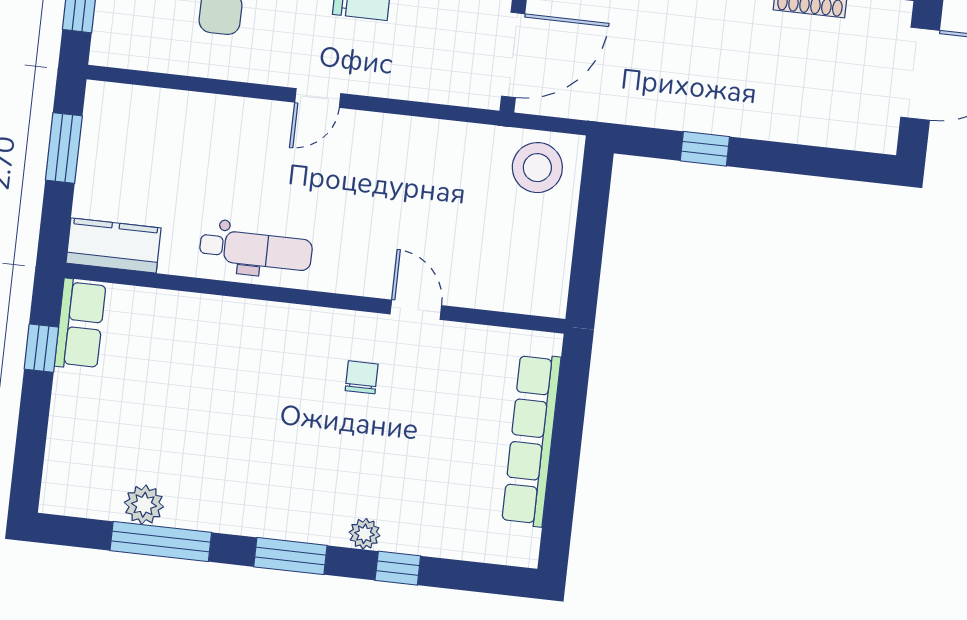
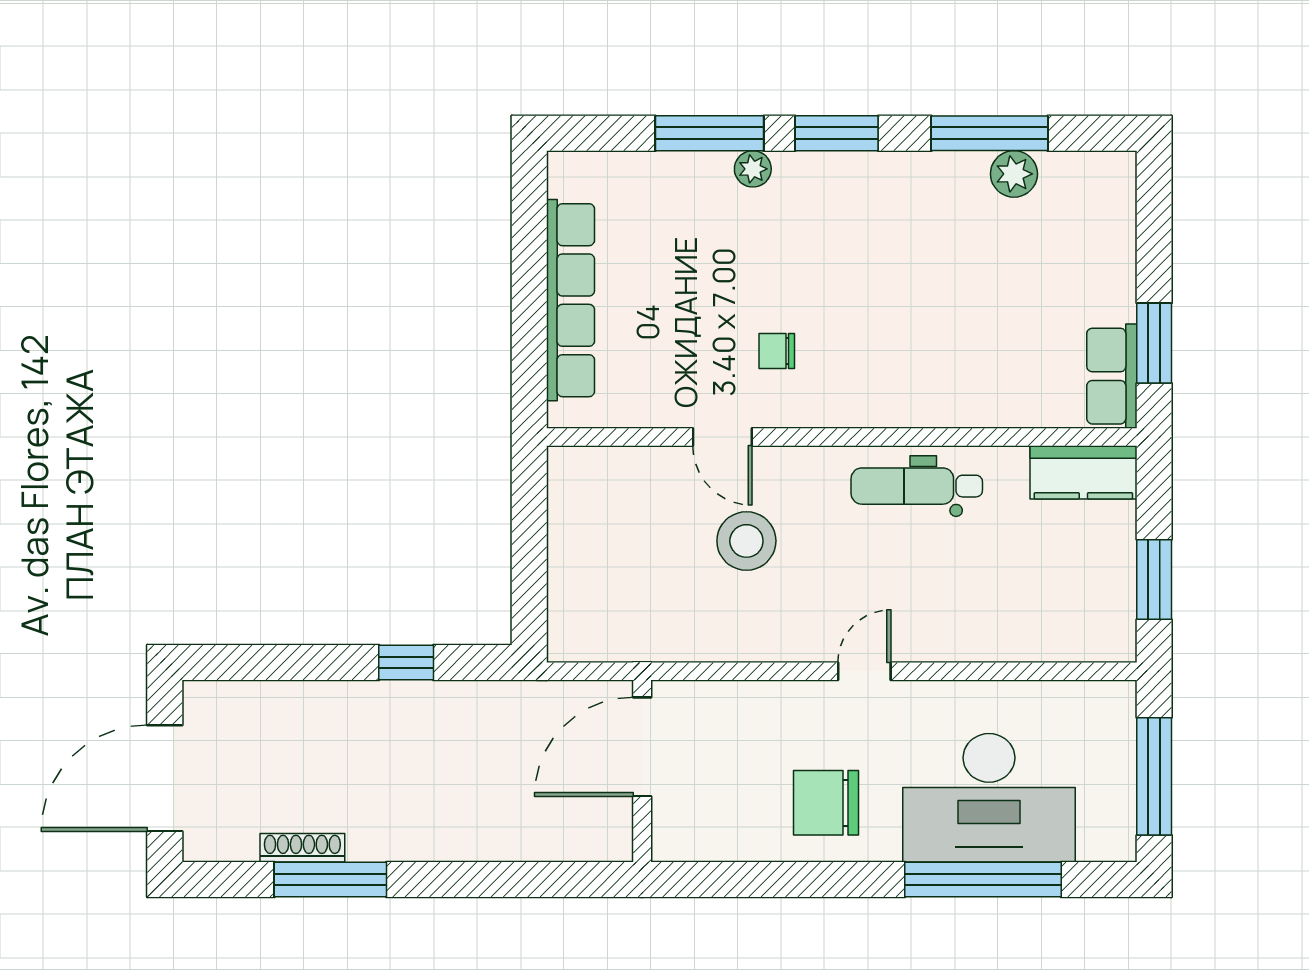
stool: (537, 168) -> (746, 541), moved
window: (41, 348) -> (1154, 343), width x1.50
chair: (362, 377) -> (777, 351), turned 90
window: (398, 568) -> (710, 133), width x2.17

